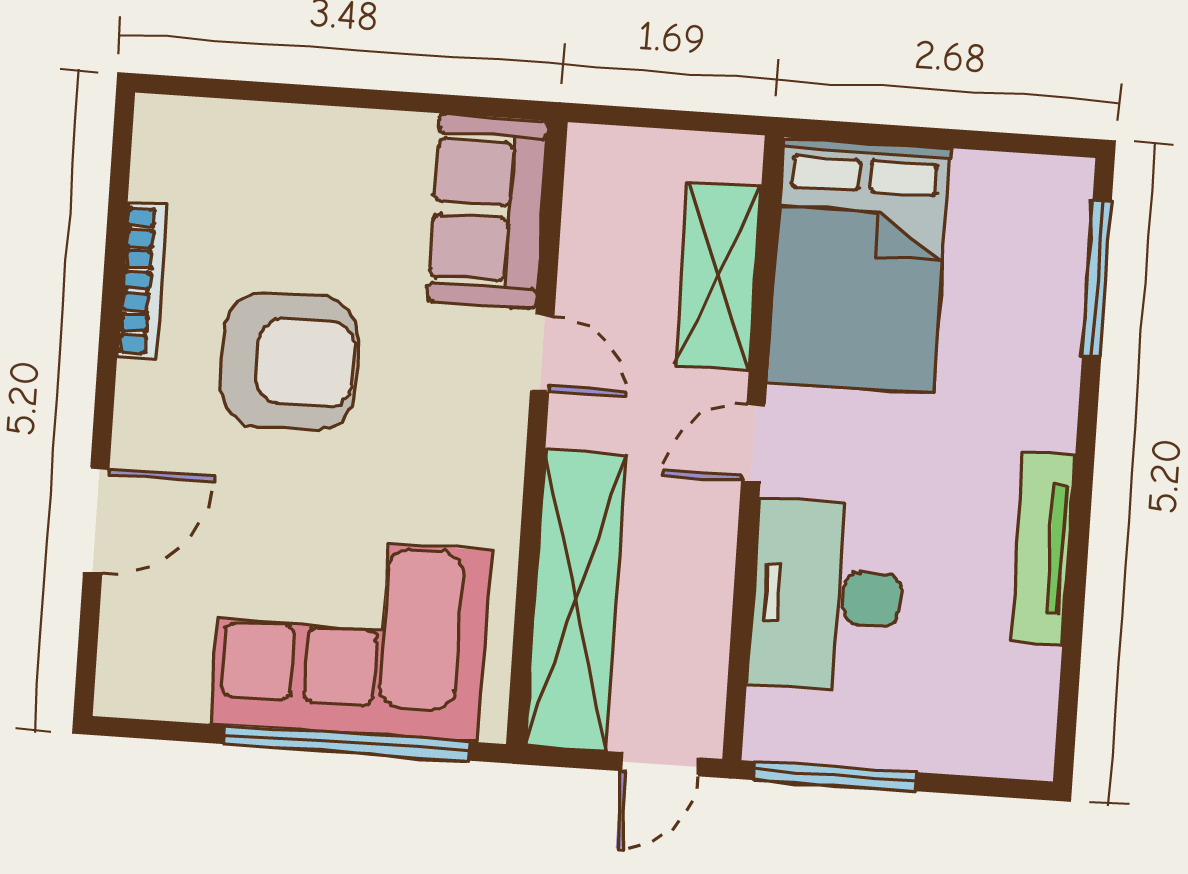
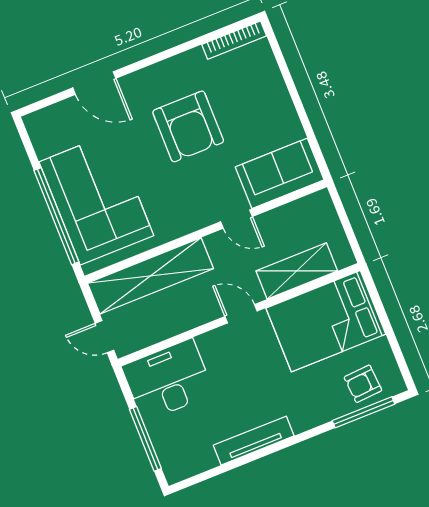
armchair: (1034, 250) -> (363, 384), added
bookcase: (142, 281) -> (234, 40), moved
door: (542, 353) -> (237, 219), hinge flipped
desk: (826, 596) -> (168, 380), moved
window: (835, 776) -> (145, 439), moved

